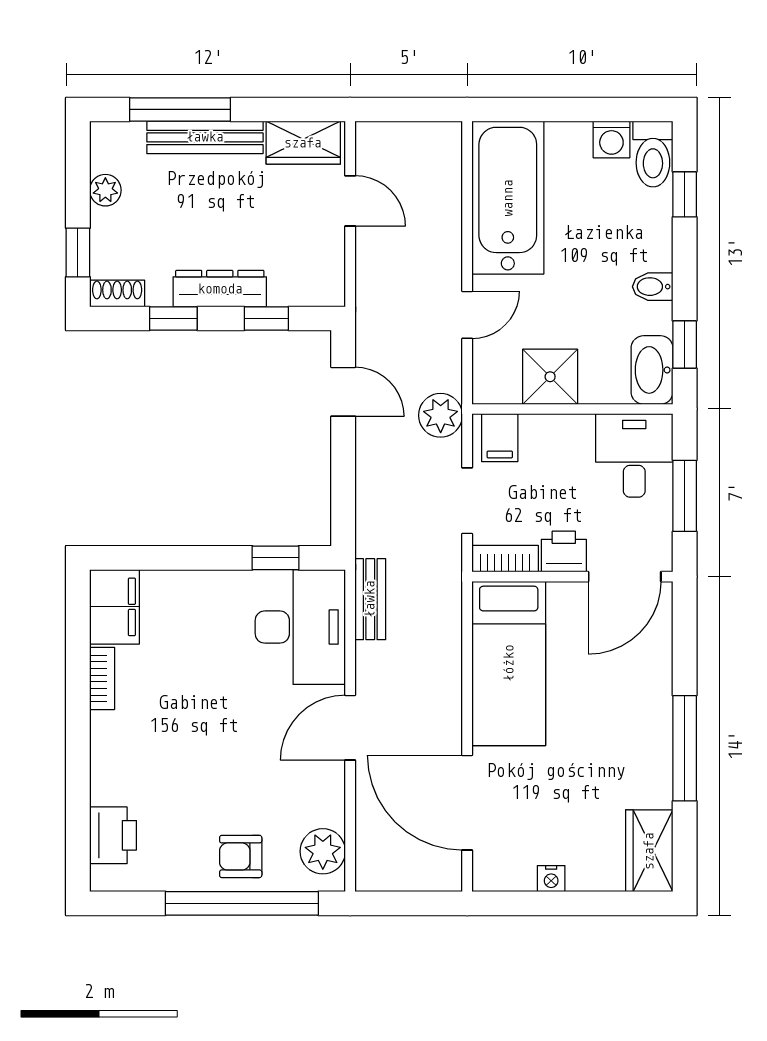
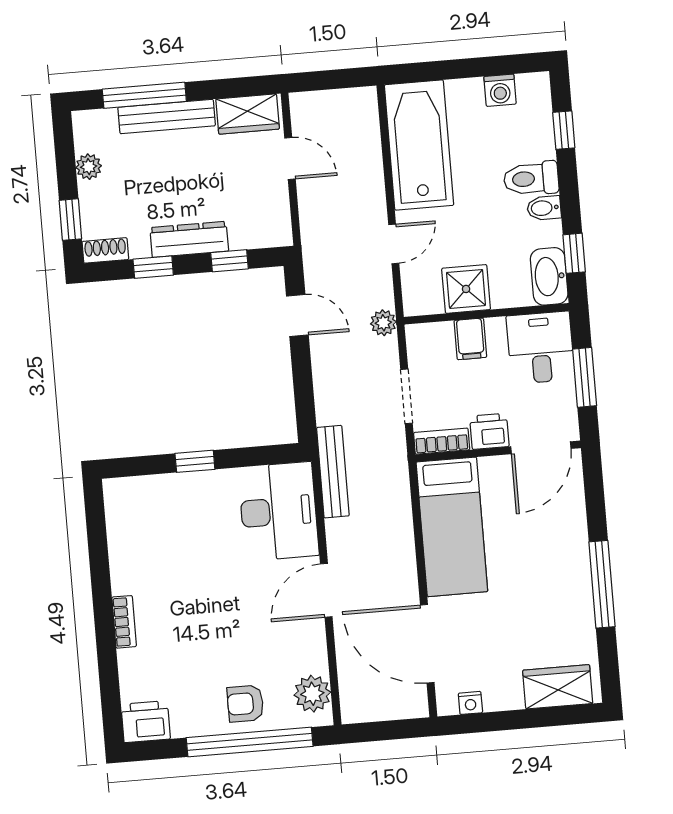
toilet: (653, 154) -> (531, 179), moved, turned 90
plant: (441, 415) -> (383, 323), width x0.73, depth x0.73
filing cabinet: (500, 438) -> (470, 339), moved
window: (275, 558) -> (195, 461), moved
bench: (370, 599) -> (333, 472), width x1.36
filing cabinet: (114, 607) -> (125, 508), removed
bookcase: (102, 678) -> (124, 622), moved
printer: (113, 835) -> (146, 722), moved, turned -90
wardrobe: (649, 851) -> (558, 687), moved, turned 90
nightstand: (551, 879) -> (470, 703), moved

